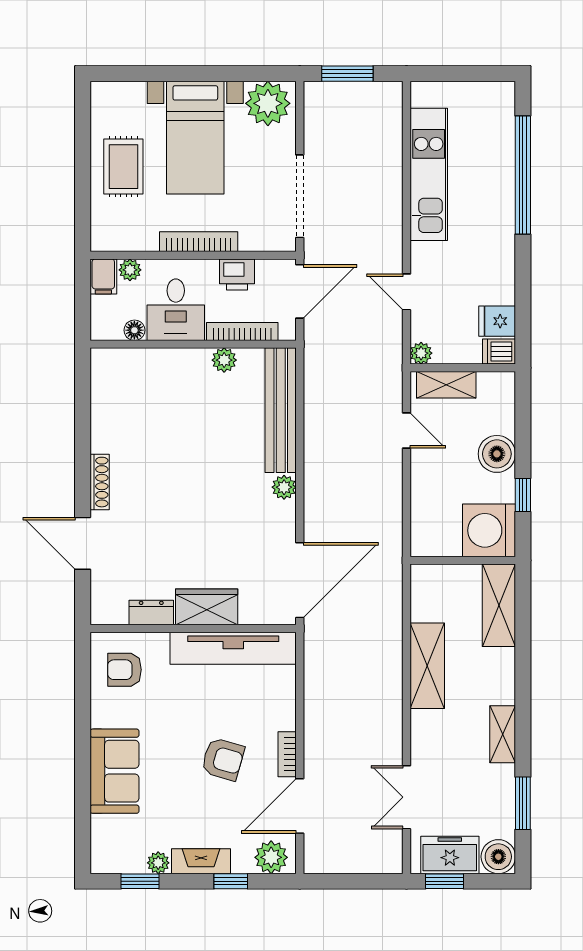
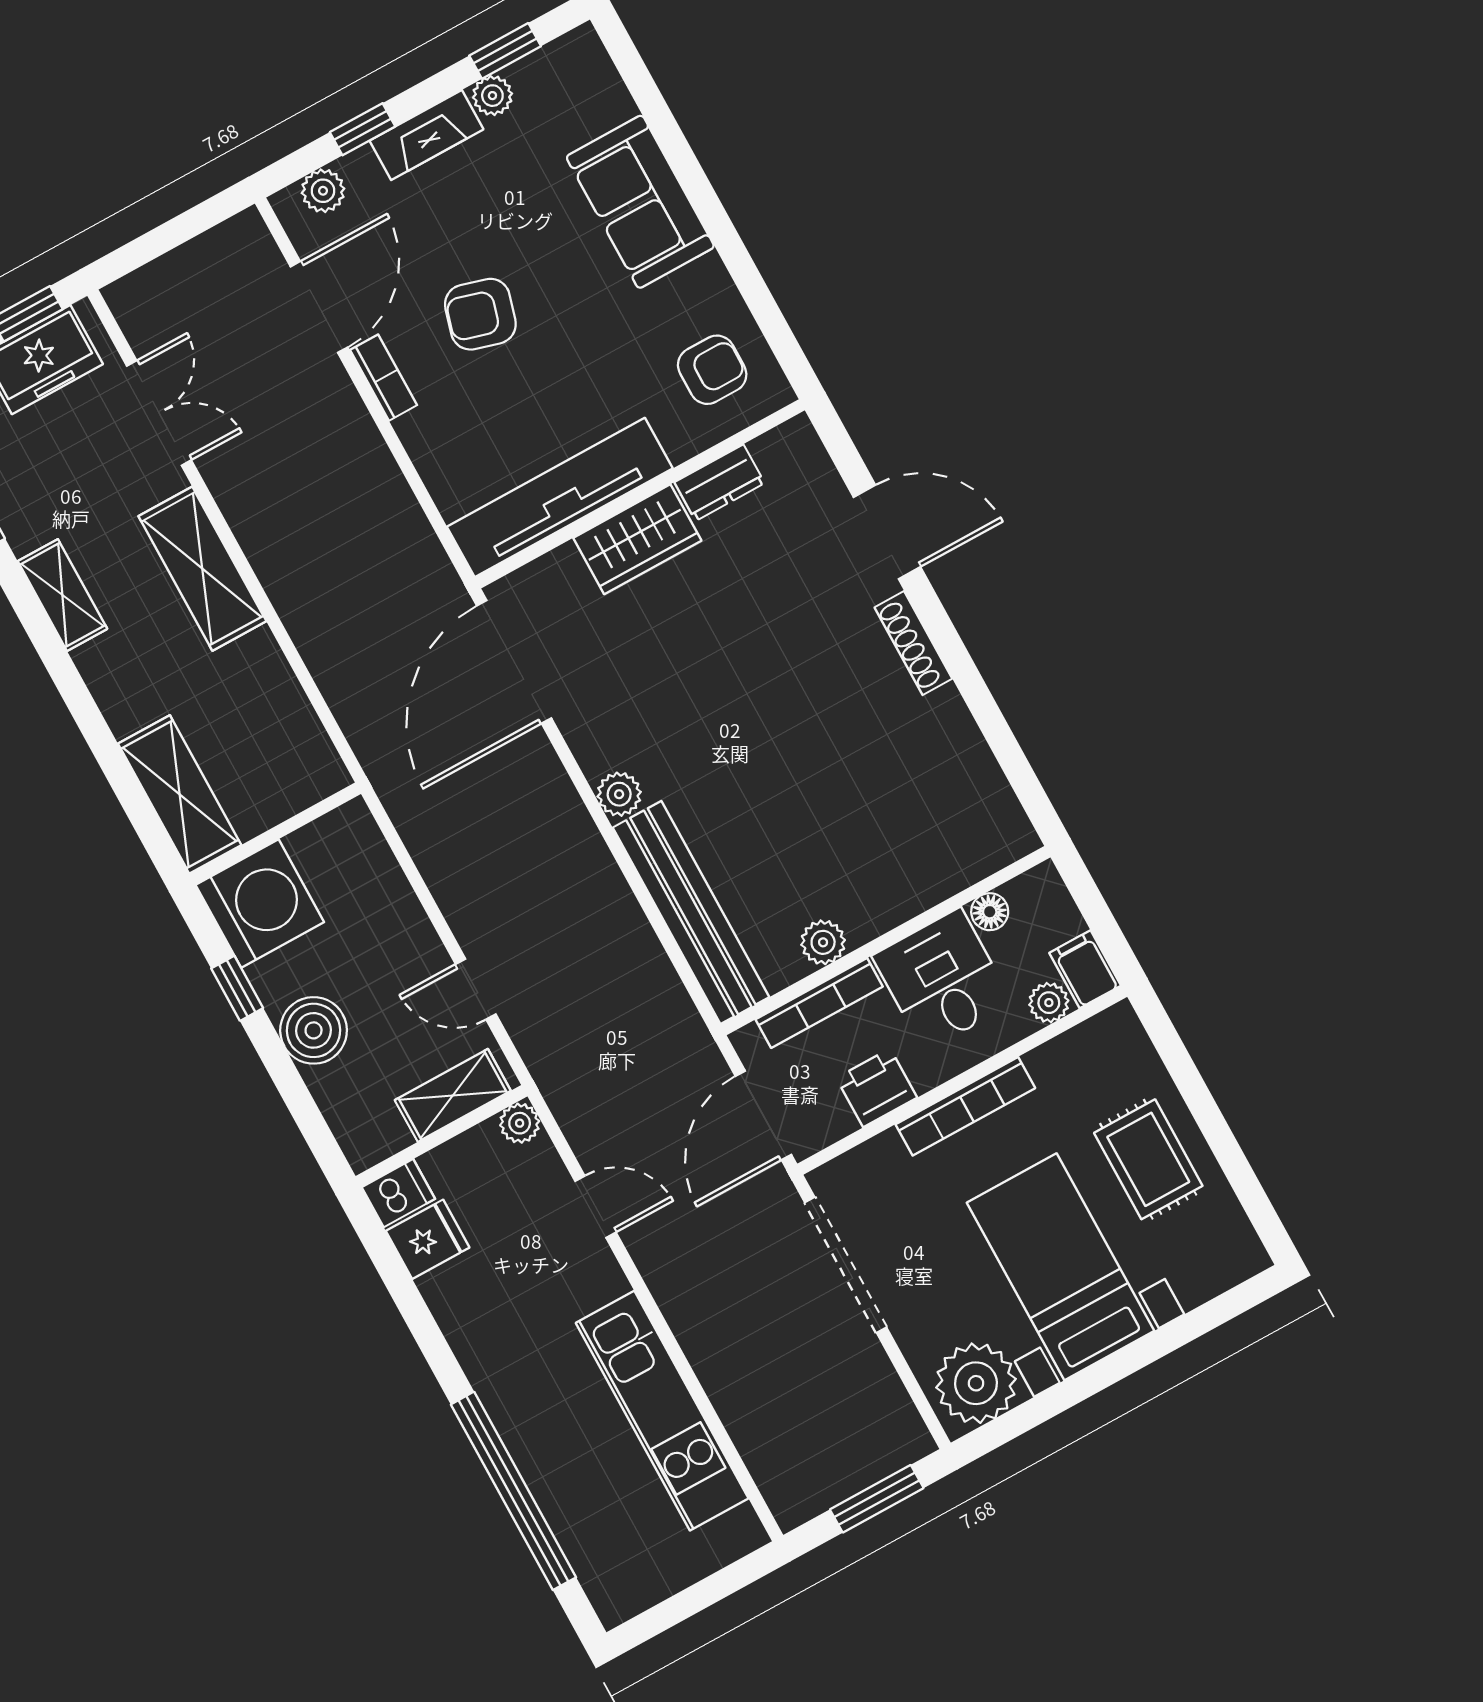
shelving: (427, 666) -> (202, 569), moved
plant: (271, 857) -> (323, 191), width x0.73, depth x0.73

